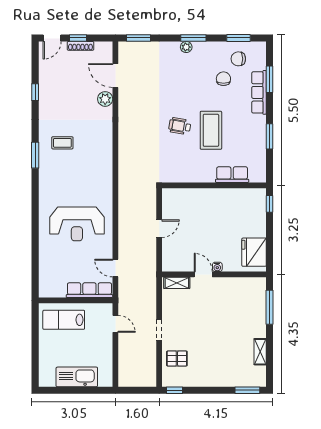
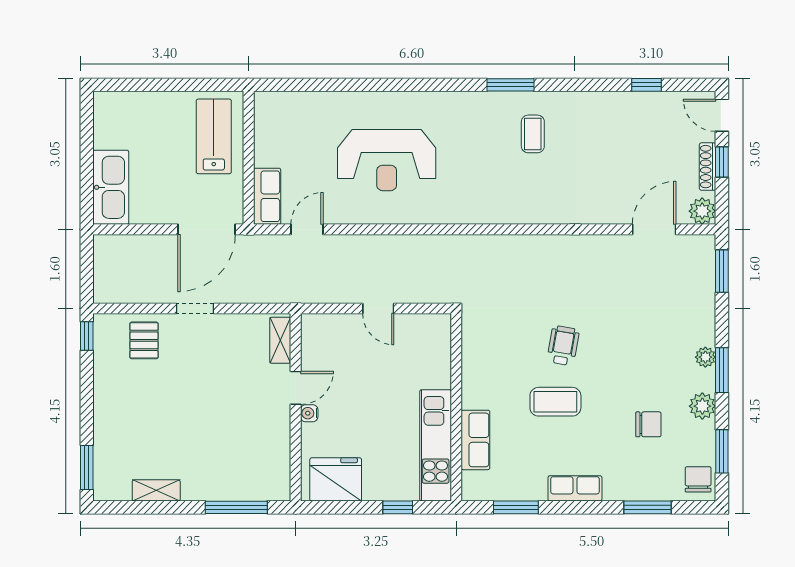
plant: (213, 49) -> (702, 406), added
chair: (238, 59) -> (698, 479), moved
window: (35, 92) -> (646, 85), moved
row of seats: (259, 92) -> (575, 488), moved, width x0.68
plant: (105, 99) -> (702, 211), moved
coffee table: (211, 130) -> (555, 402), width x0.73, depth x0.76
window: (270, 136) -> (516, 507), moved
kitchen unit: (235, 197) -> (436, 445), added
window: (270, 204) -> (398, 507), moved
reception desk: (77, 224) -> (387, 160), turned -90
row of seats: (89, 290) -> (267, 196), width x0.68
door: (115, 324) -> (207, 229), width x1.87
kitchen sink: (77, 377) -> (111, 187), moved

